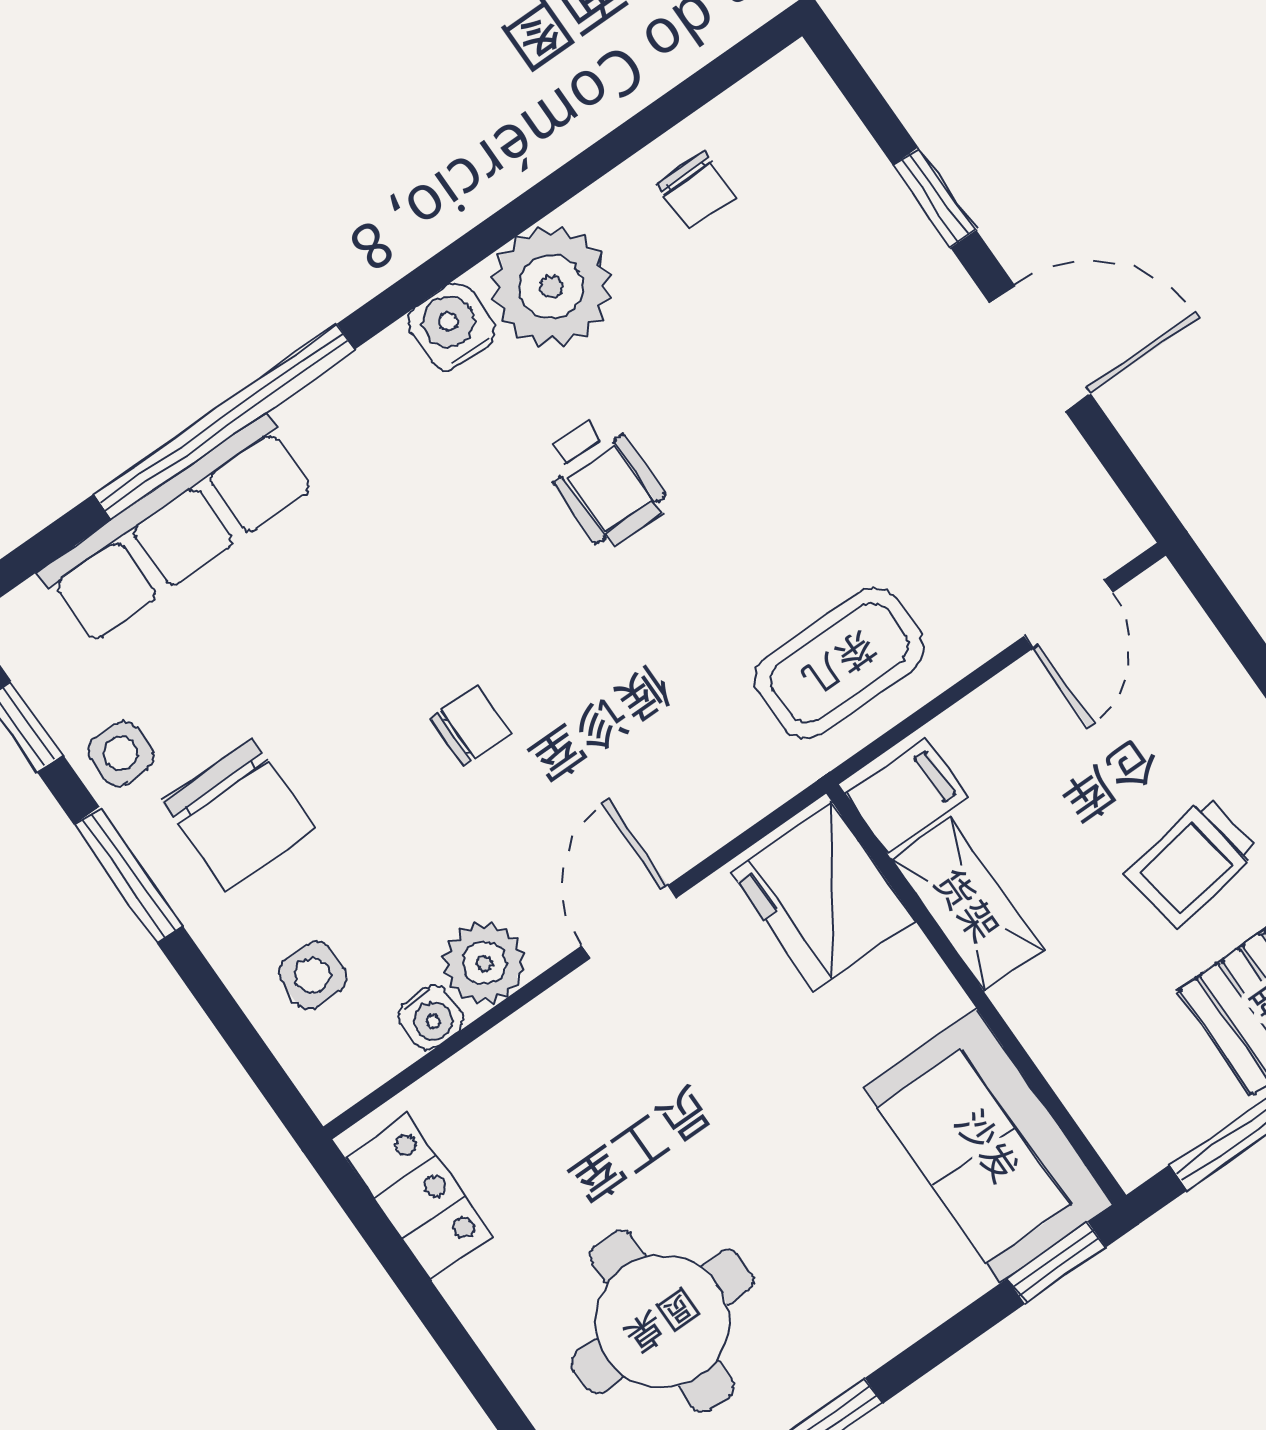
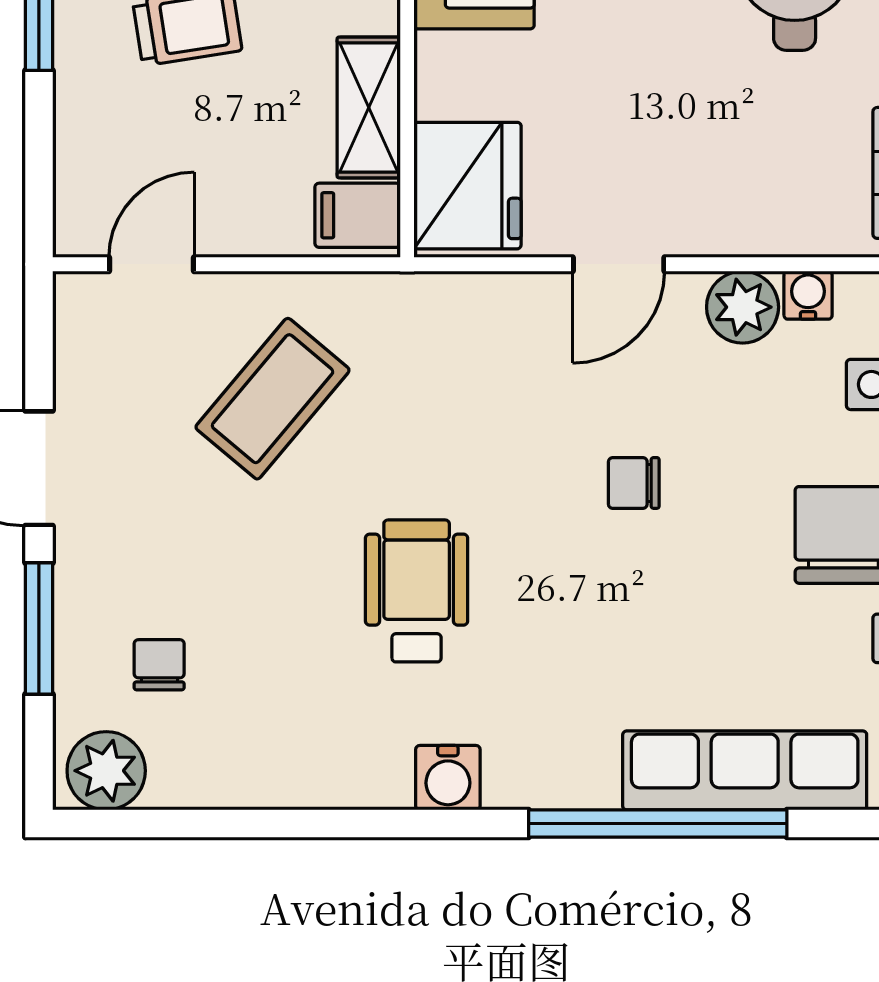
chair: (697, 190) -> (159, 665), moved
window: (934, 198) -> (39, 629), width x1.50
plant: (551, 287) -> (106, 771), moved, width x0.73, depth x0.73
wheelchair: (604, 482) -> (417, 591), width x1.36, depth x1.37
coffee table: (839, 663) -> (273, 399), moved, turned -50

